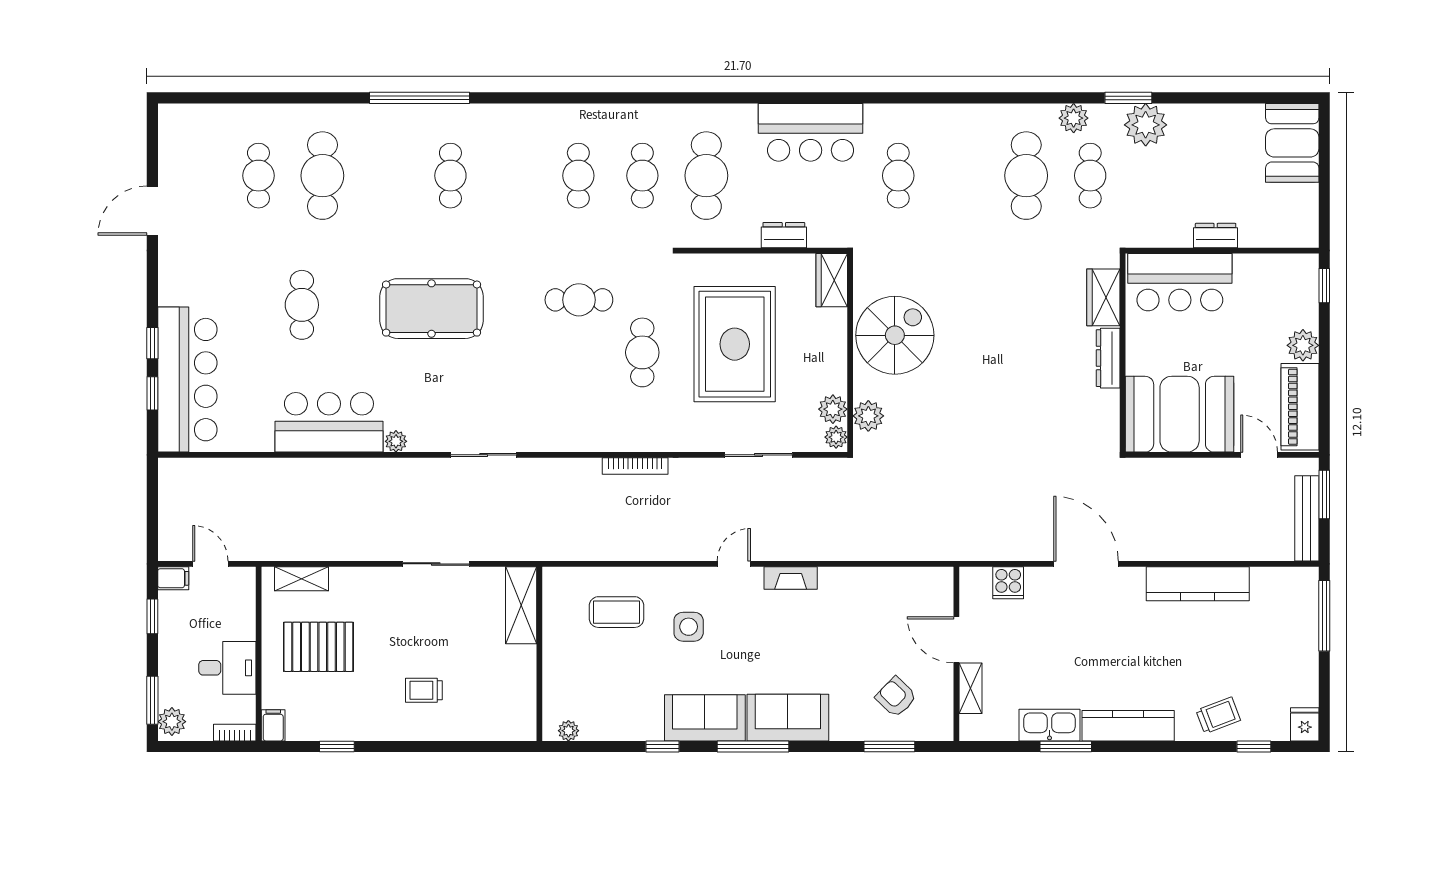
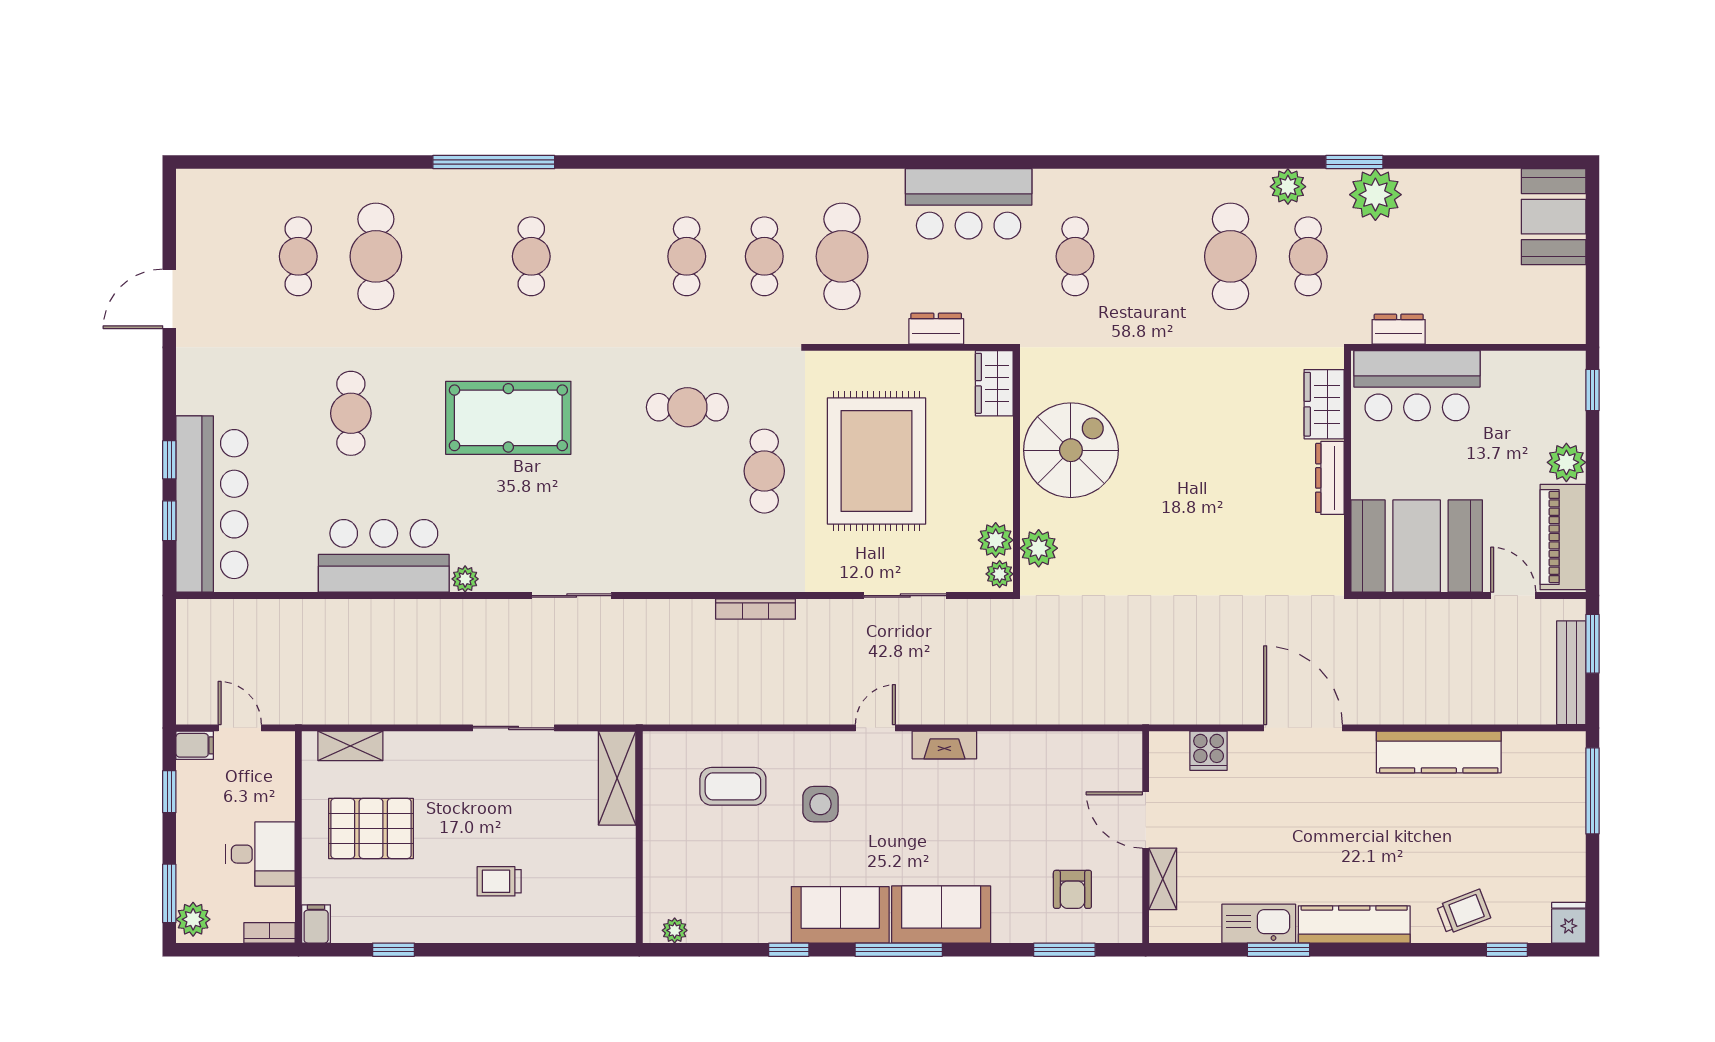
dresser: (1216, 236) -> (1399, 329), moved
armchair: (896, 697) -> (1072, 889), turned -134

